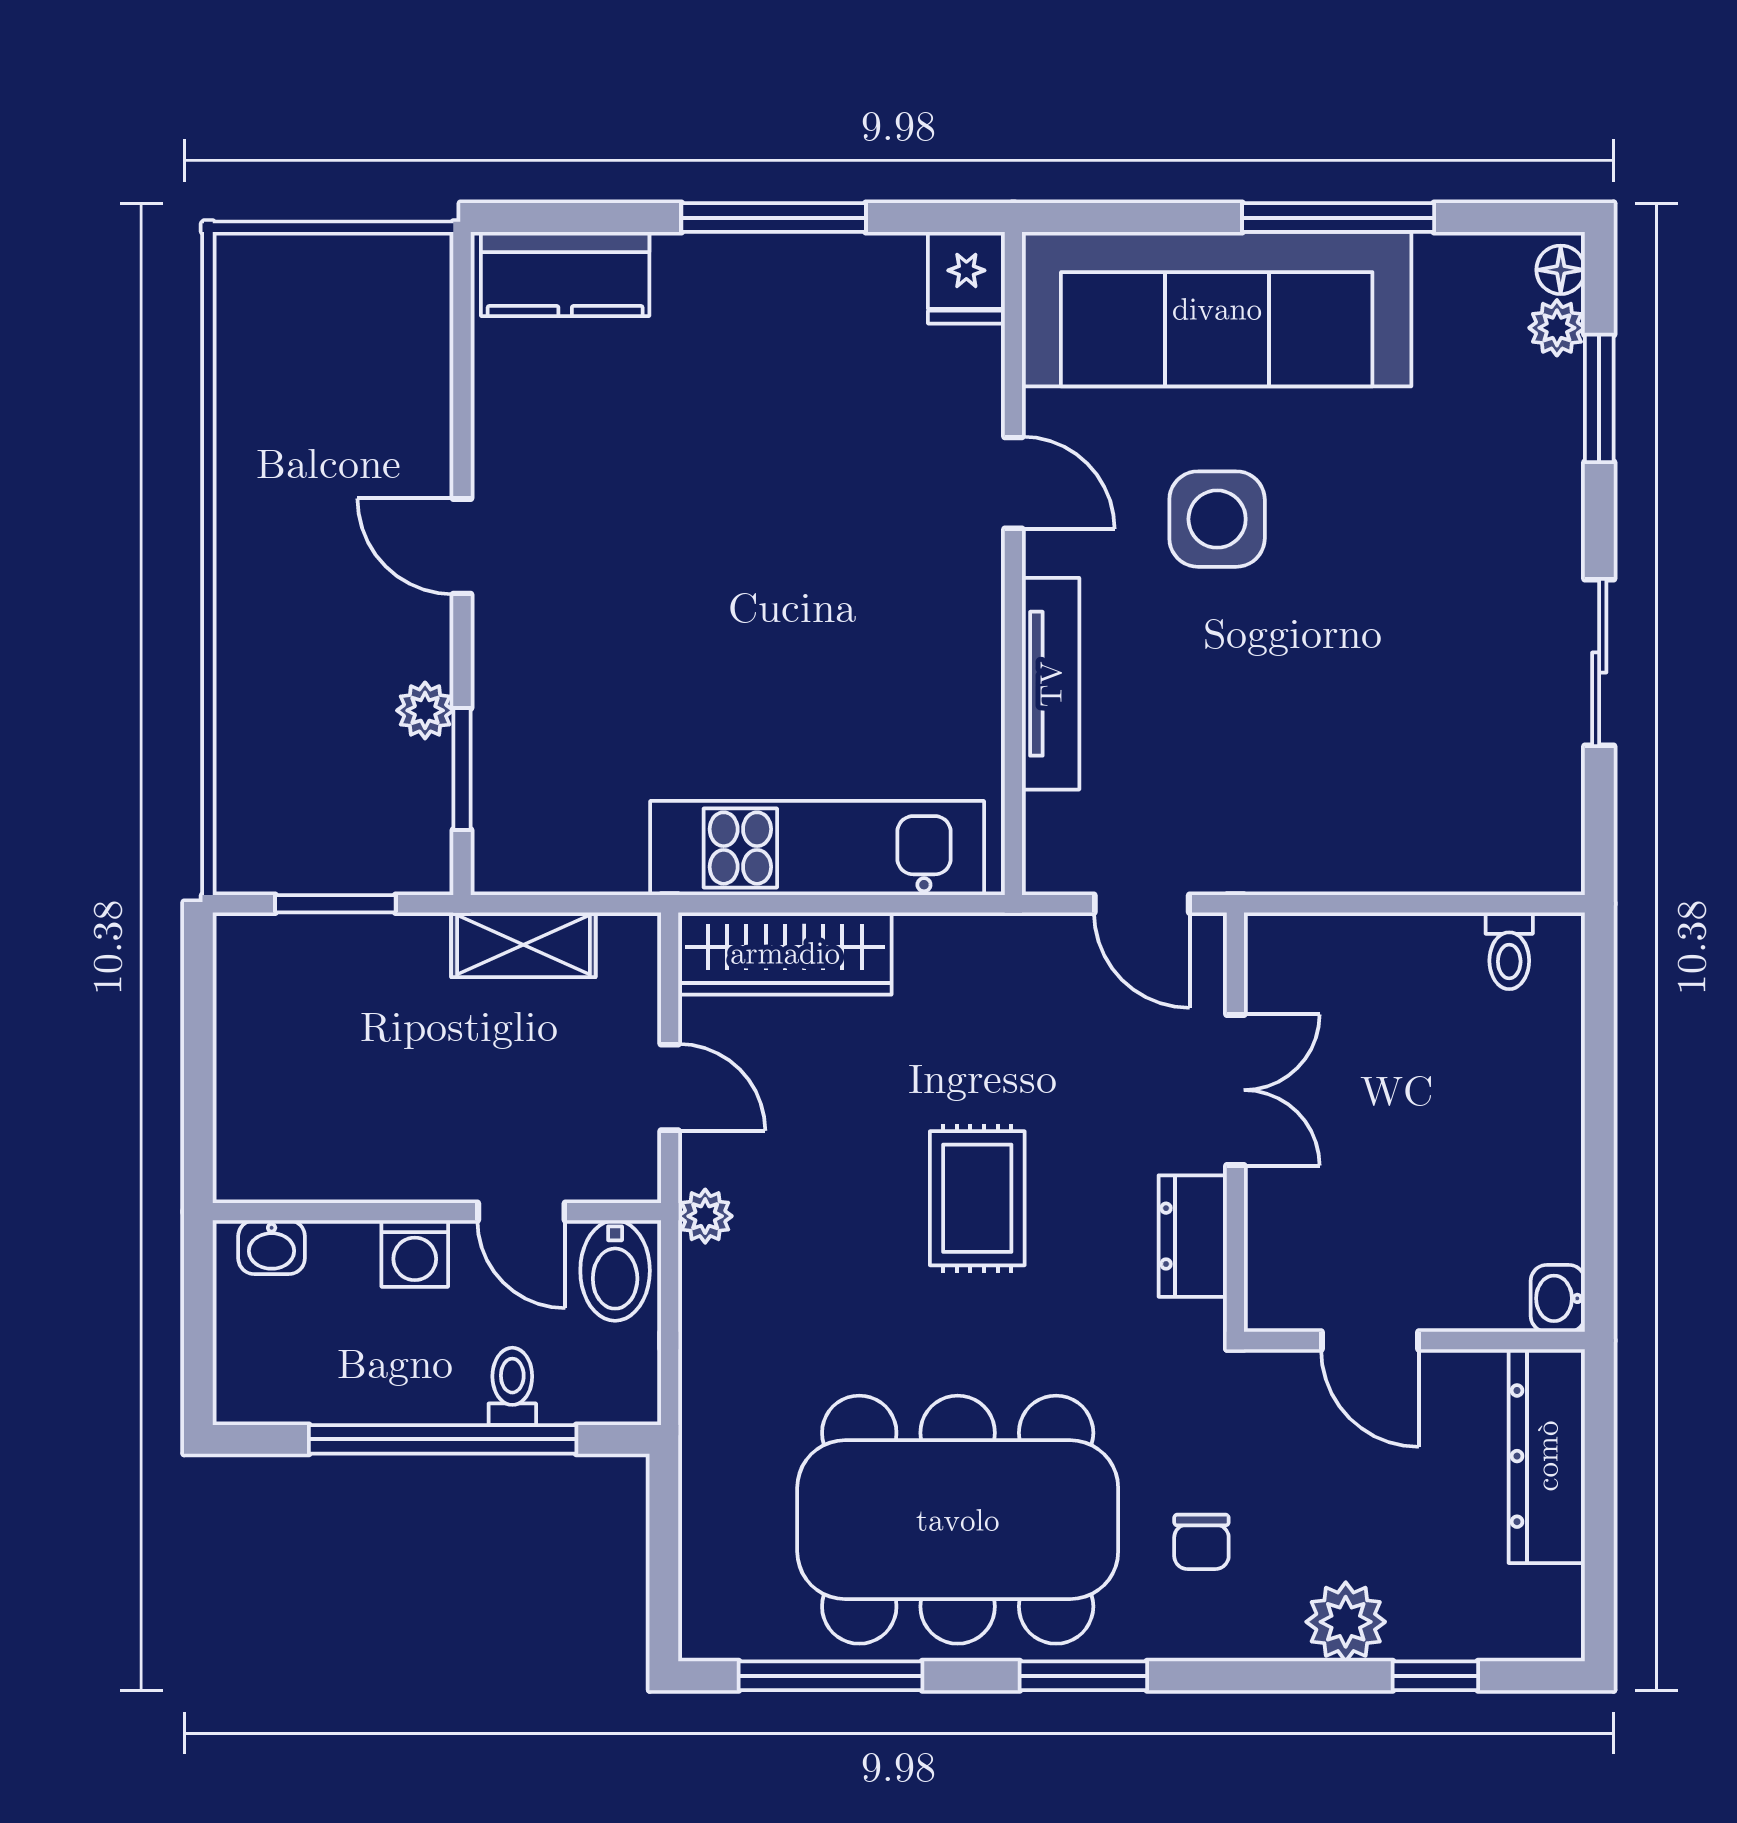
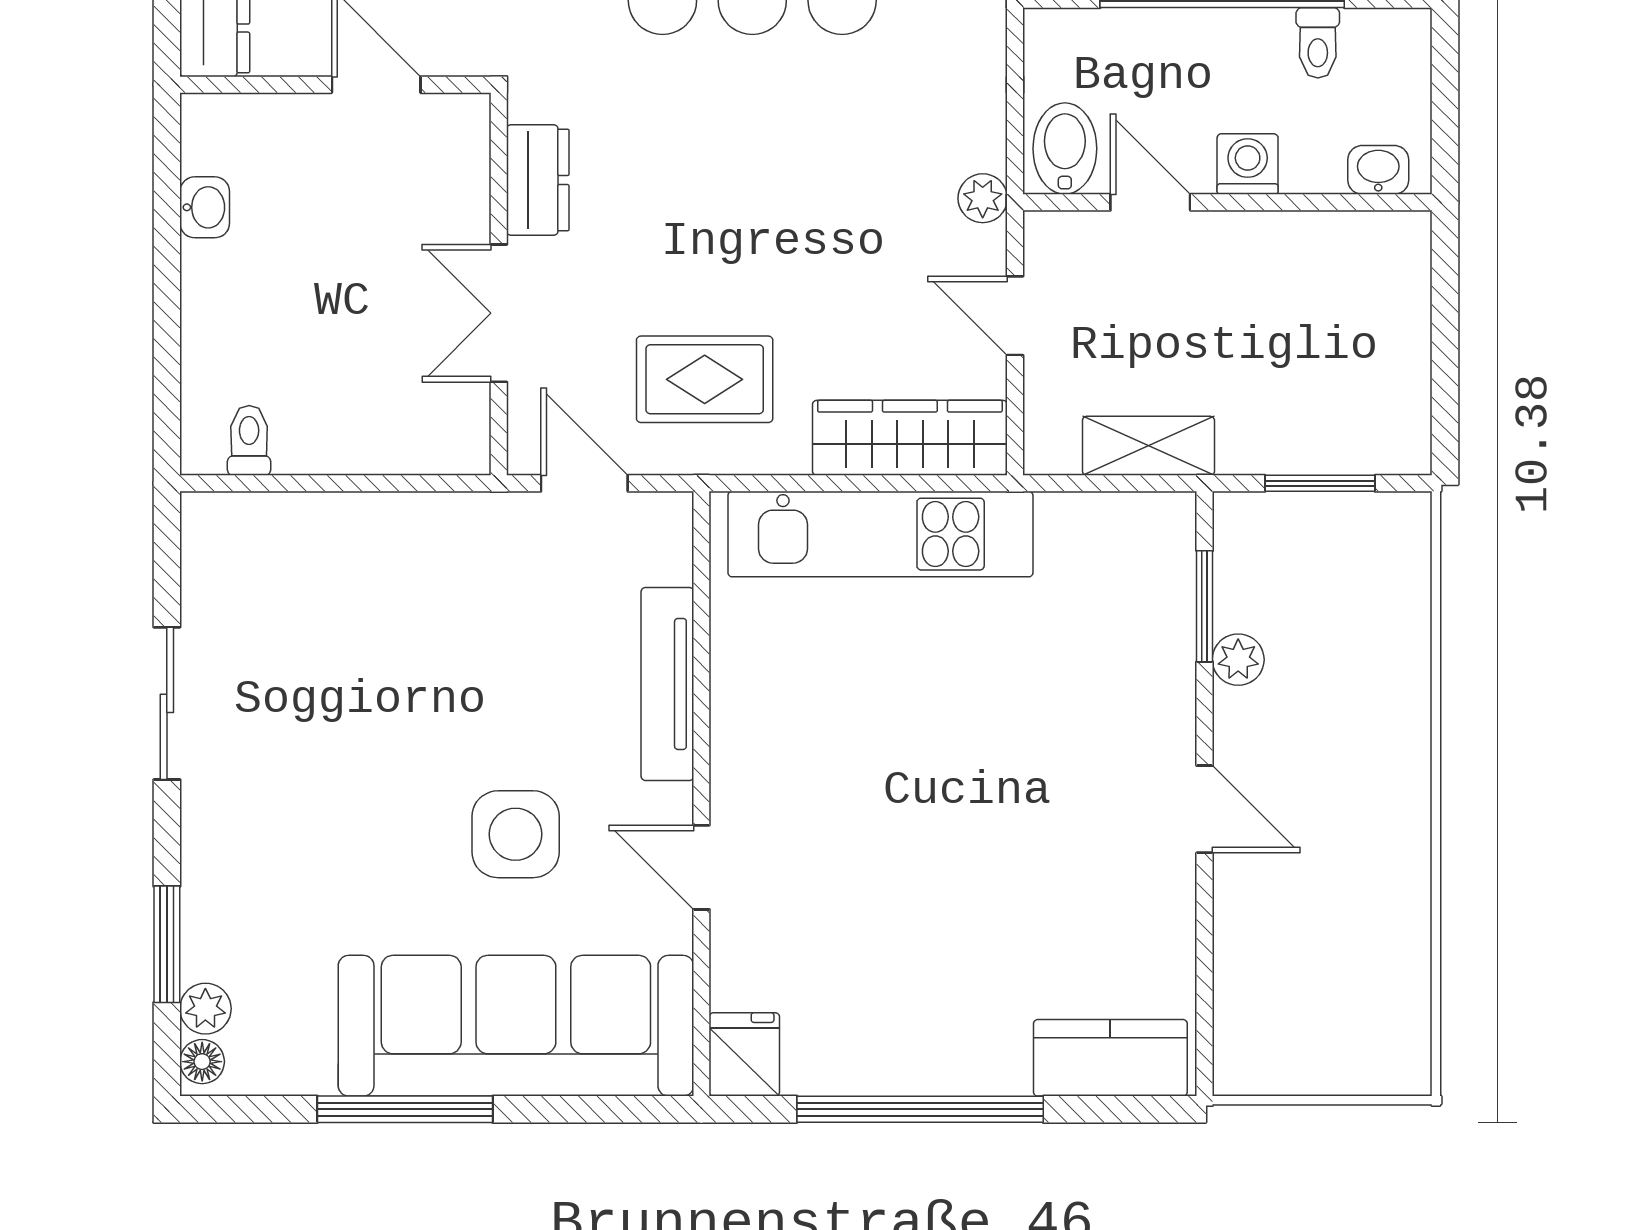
window: (774, 218) -> (920, 1109), width x1.46
rug: (977, 1198) -> (705, 379), moved, turned 90
washbasin: (1558, 1298) -> (205, 207), moved
toilet: (512, 1386) -> (1318, 43), moved

